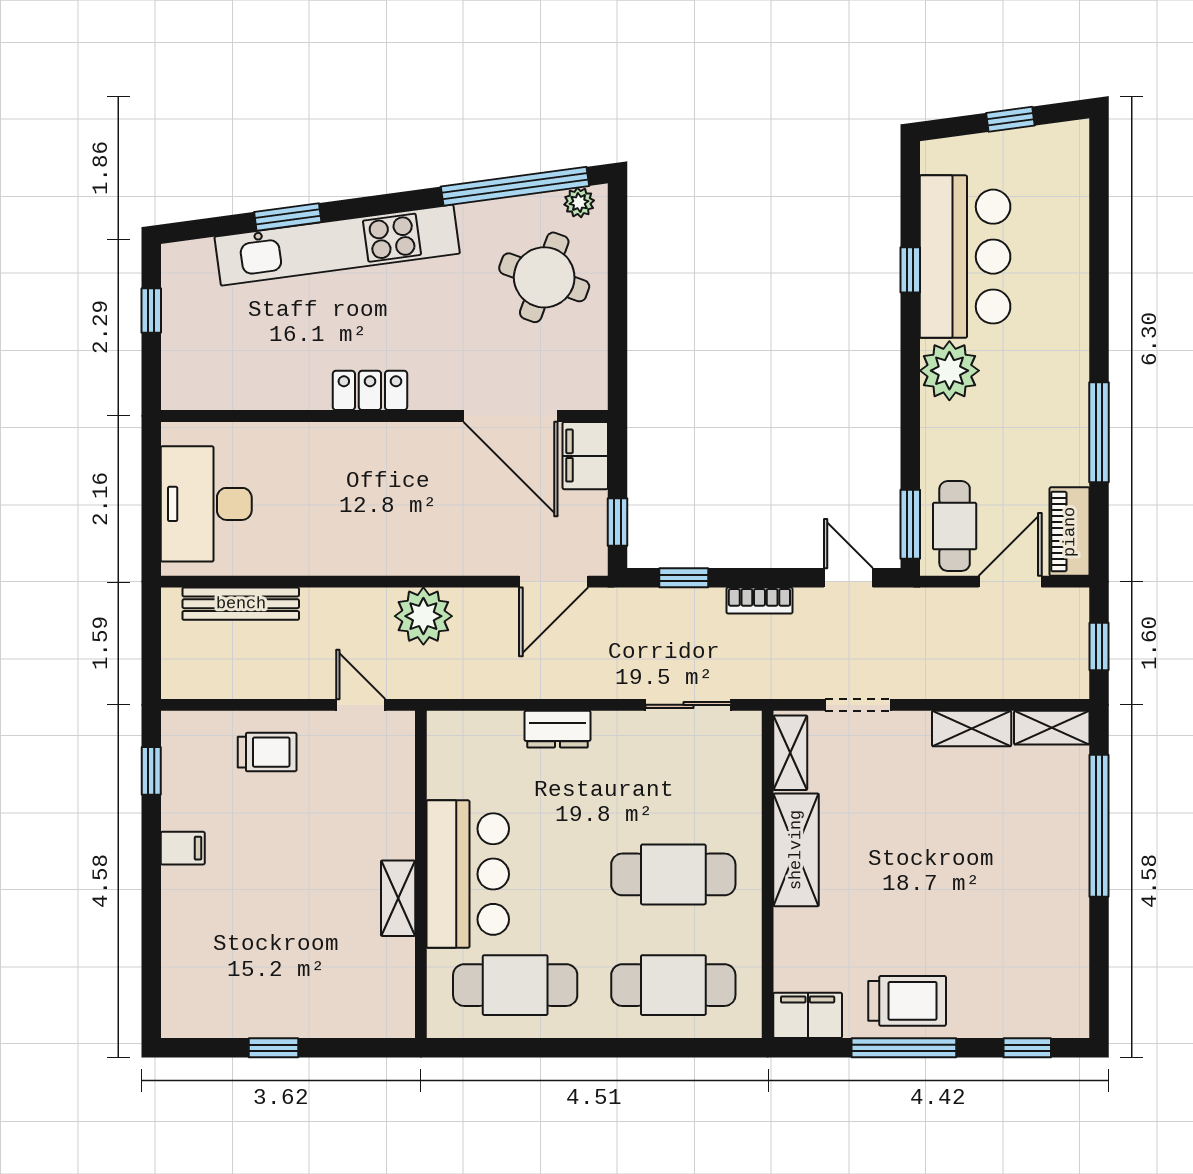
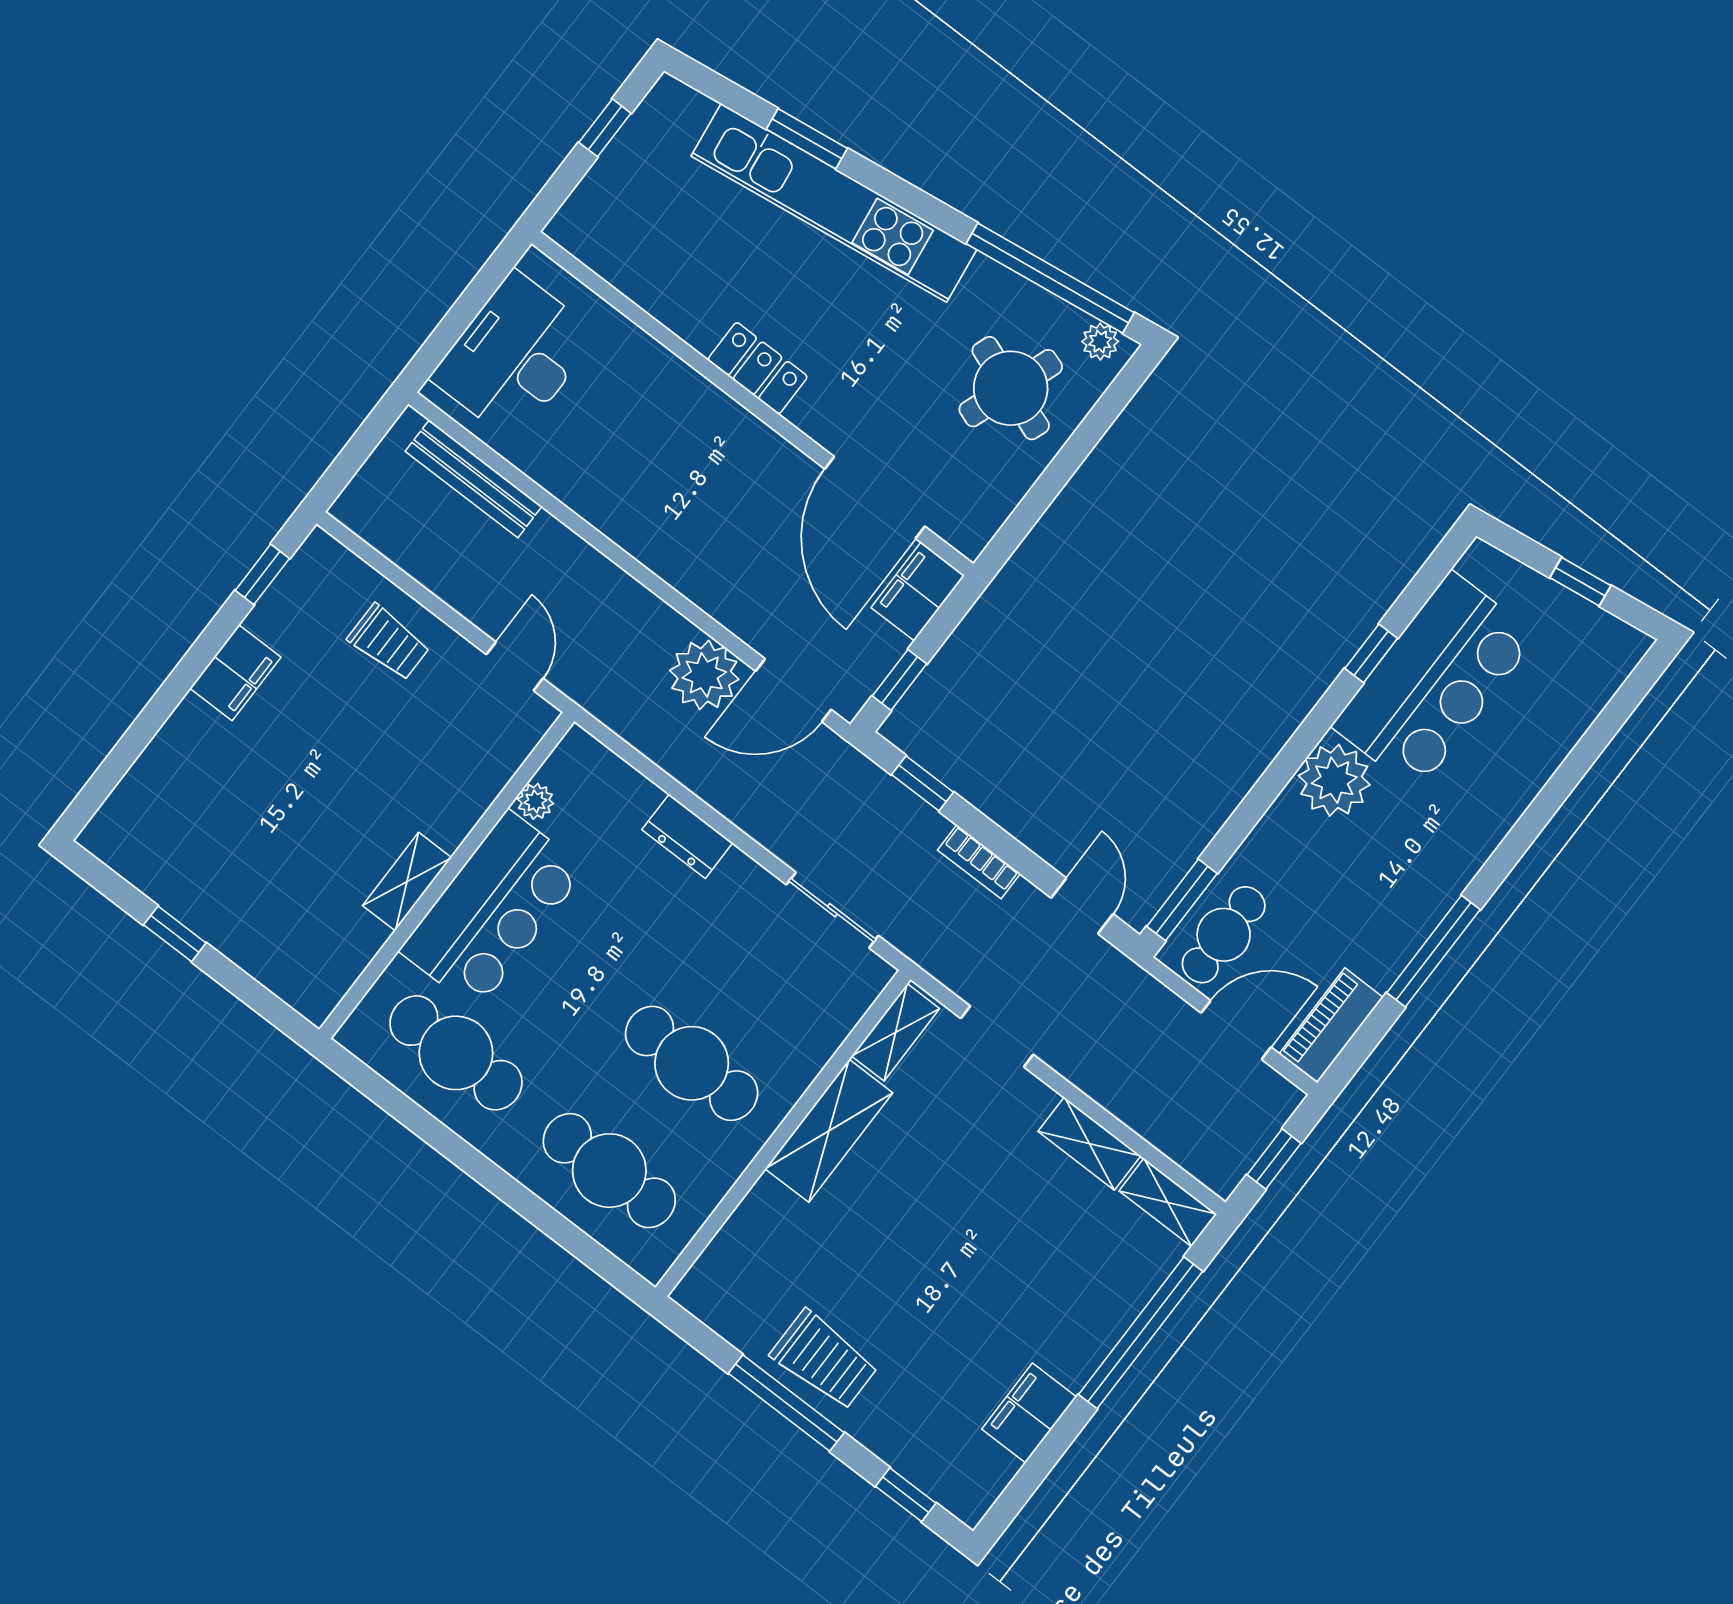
plant: (423, 616) -> (704, 675), moved
plant: (442, 782) -> (535, 801), added
filing cabinet: (183, 848) -> (235, 673), width x2.00
filing cabinet: (808, 1015) -> (1029, 1413), moved, turned -90

